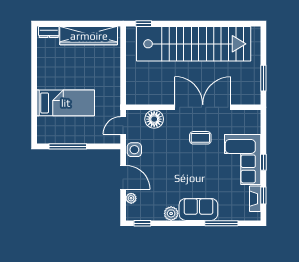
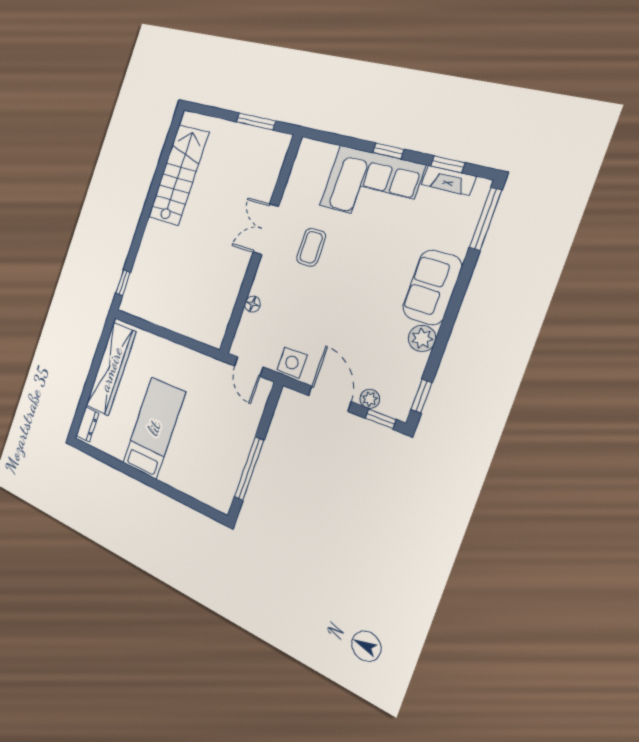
stairs: (194, 44) -> (179, 175), width x0.54, depth x0.66
bed: (66, 103) -> (154, 428), moved
double door: (203, 107) -> (266, 229), width x0.54
floor lamp: (154, 119) -> (253, 304), width x0.53, depth x0.53
door: (123, 177) -> (330, 399), hinge flipped
window: (123, 207) -> (381, 419), added
window: (221, 223) -> (485, 219), moved

